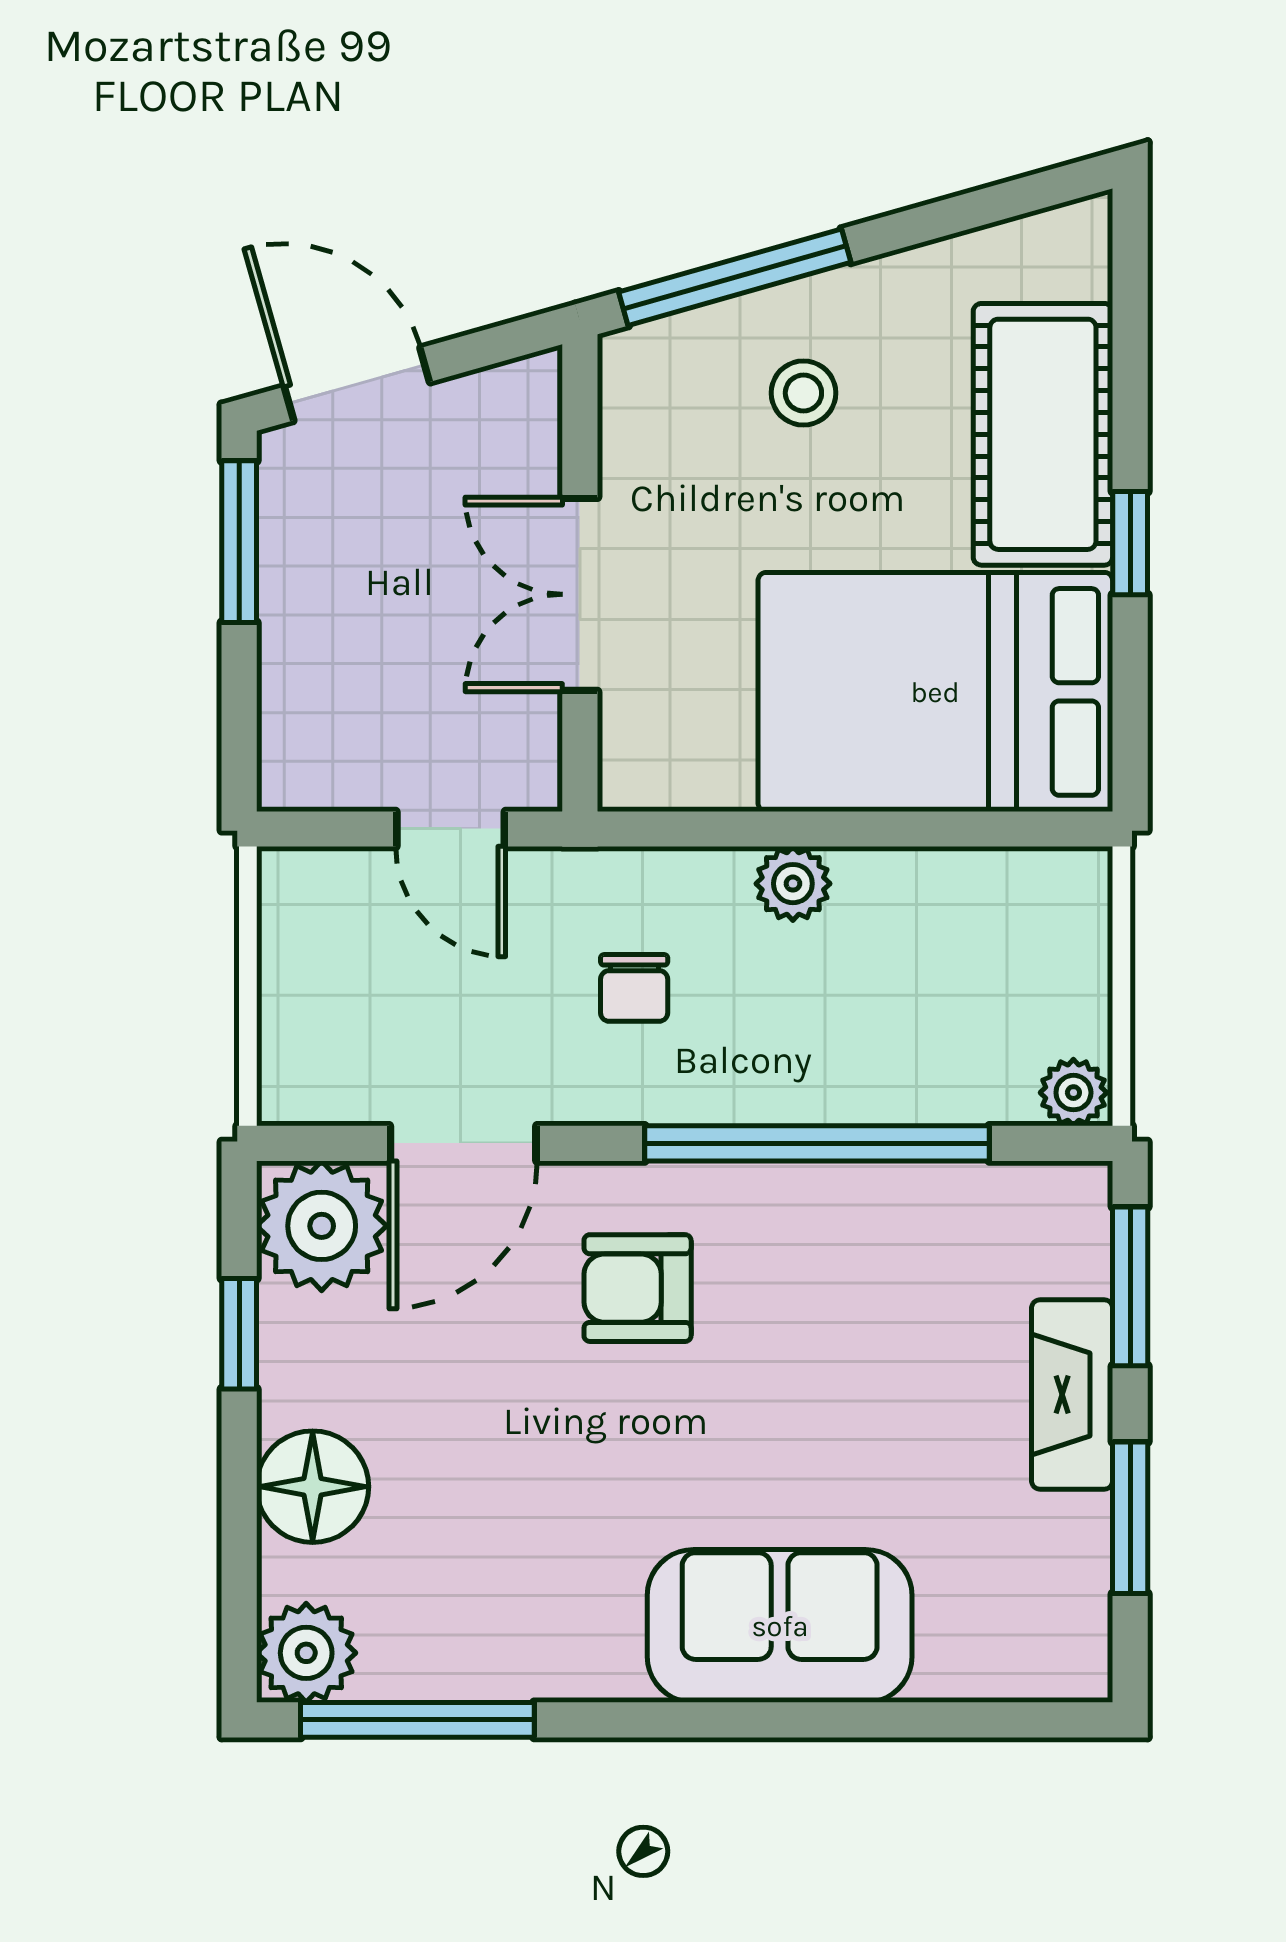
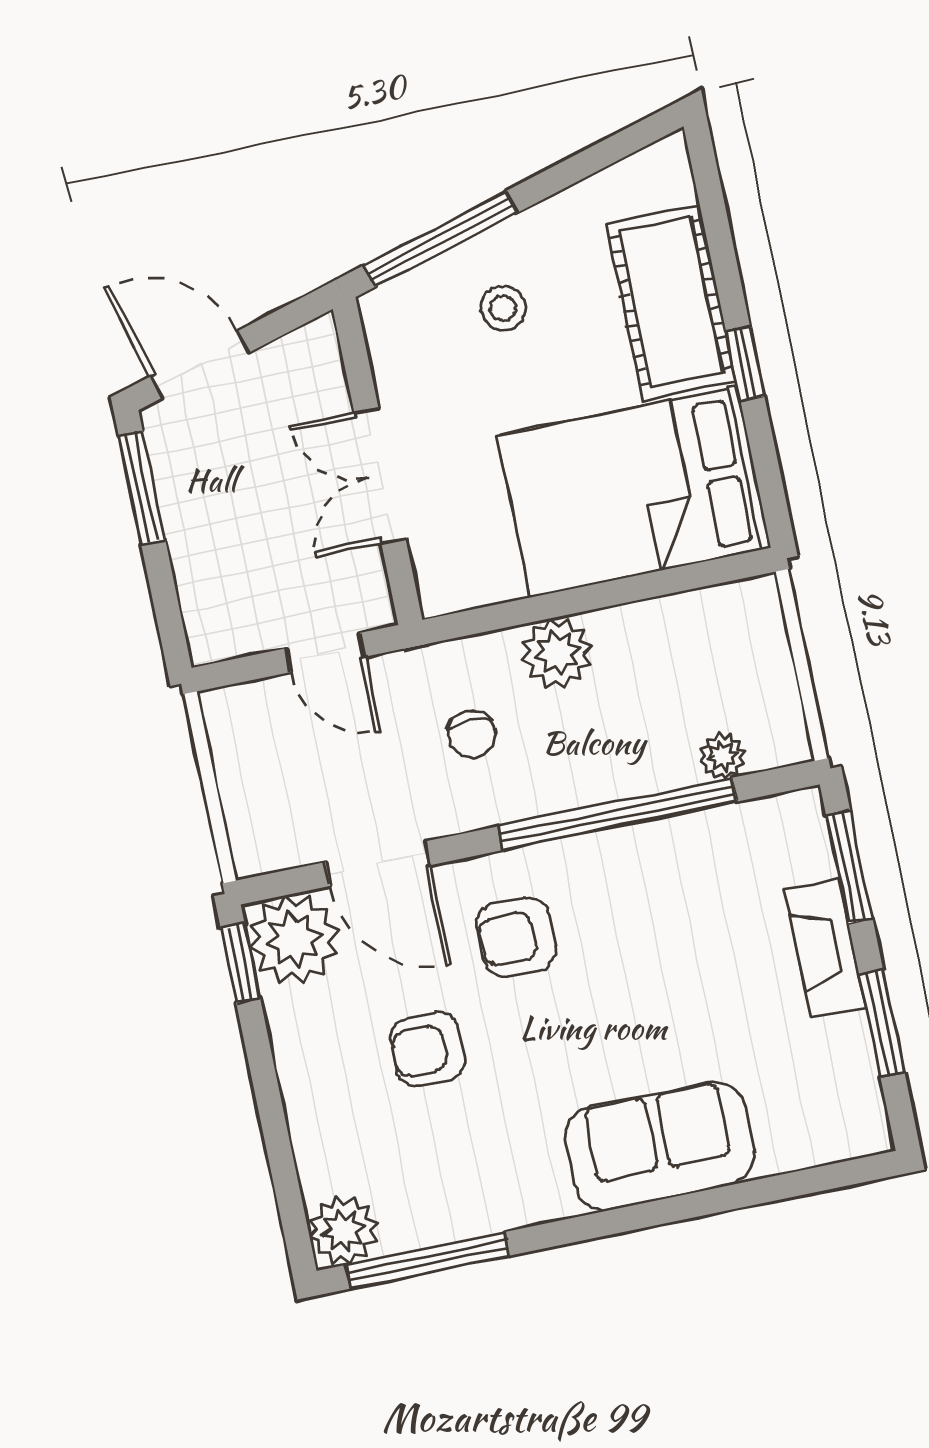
plant: (793, 884) -> (557, 653), width x1.38, depth x1.38
plant: (1073, 1093) -> (723, 756), moved
door: (463, 1143) -> (378, 864), hinge flipped
window: (239, 1334) -> (240, 963), moved
armchair: (479, 1421) -> (428, 1049), added
floor lamp: (313, 1487) -> (324, 1117), removed

